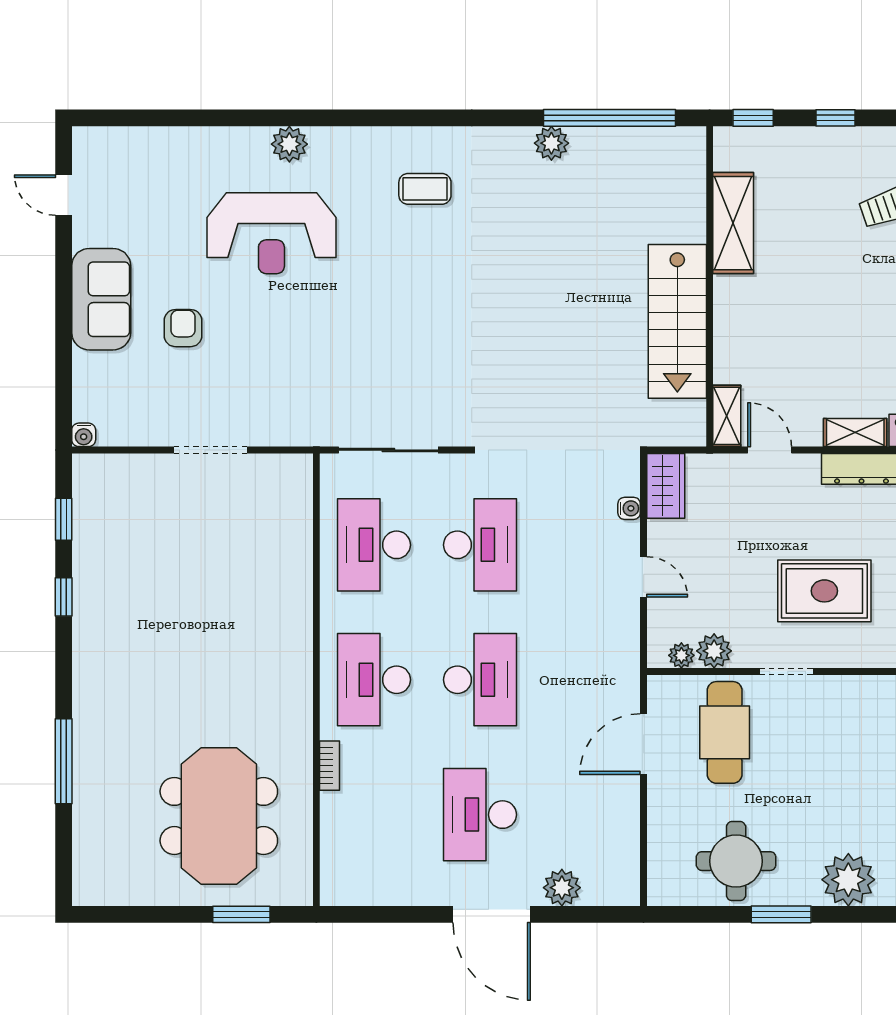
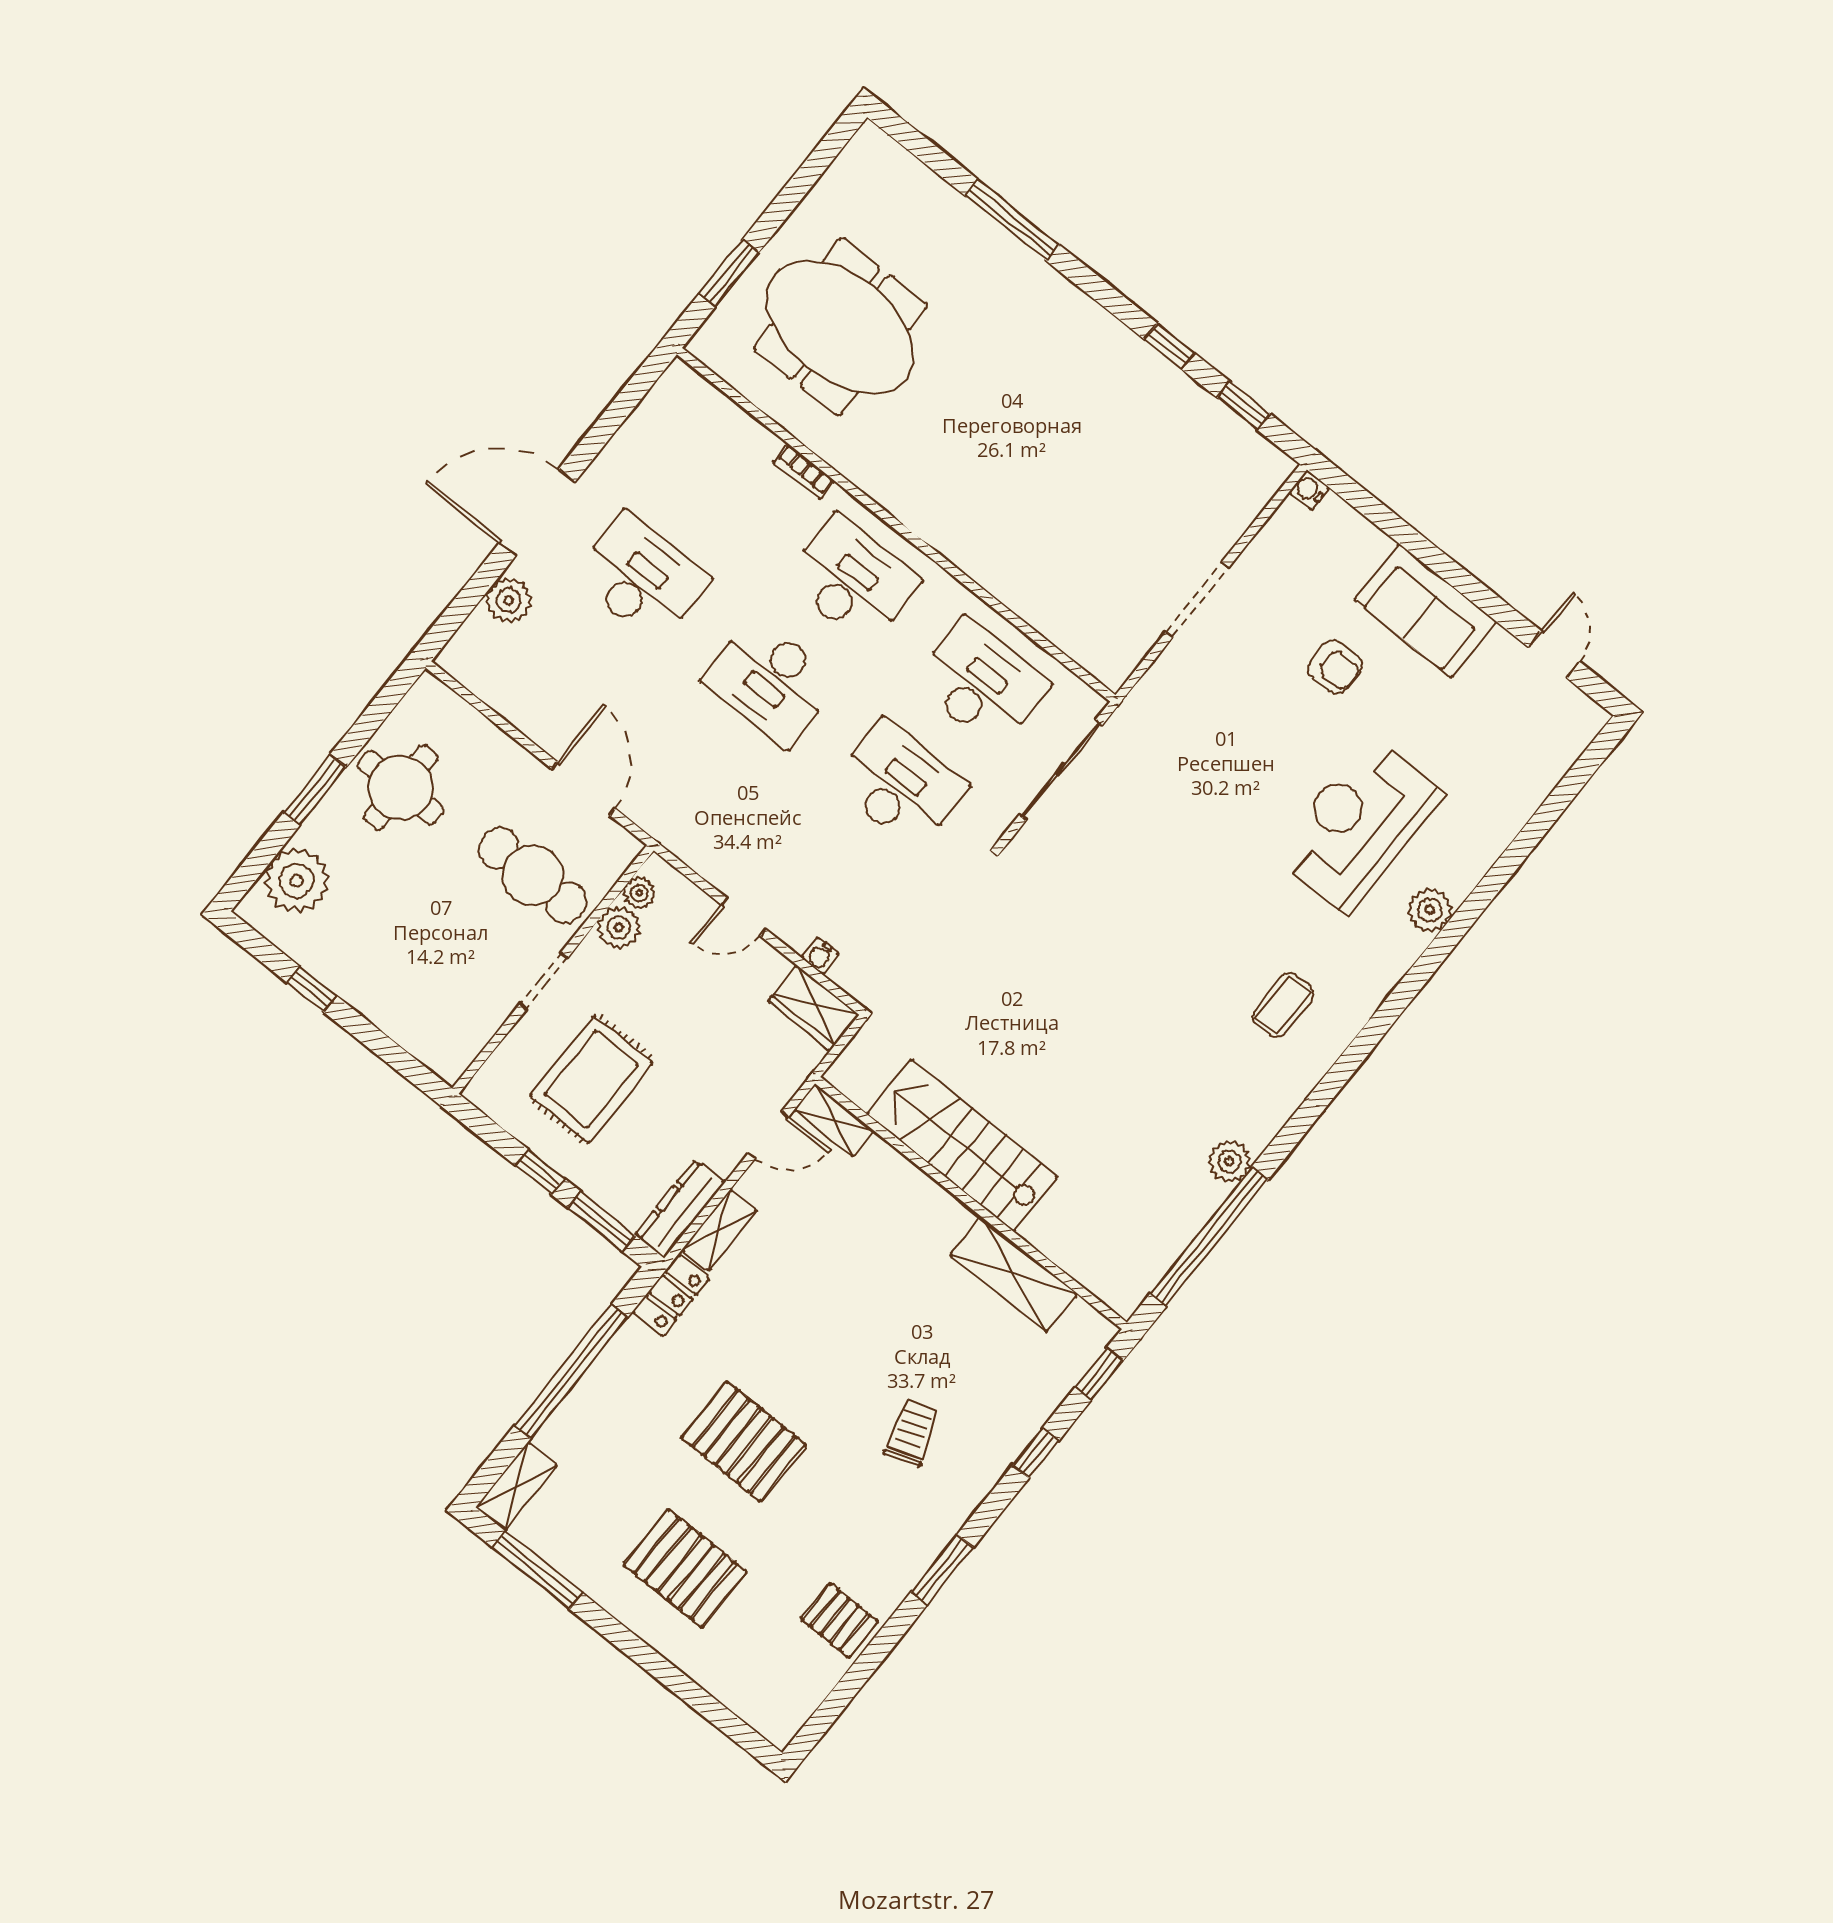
door: (64, 195) -> (1554, 654), hinge flipped
desk: (480, 545) -> (900, 785), turned 180

